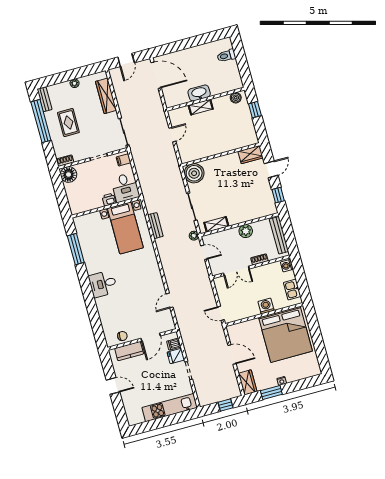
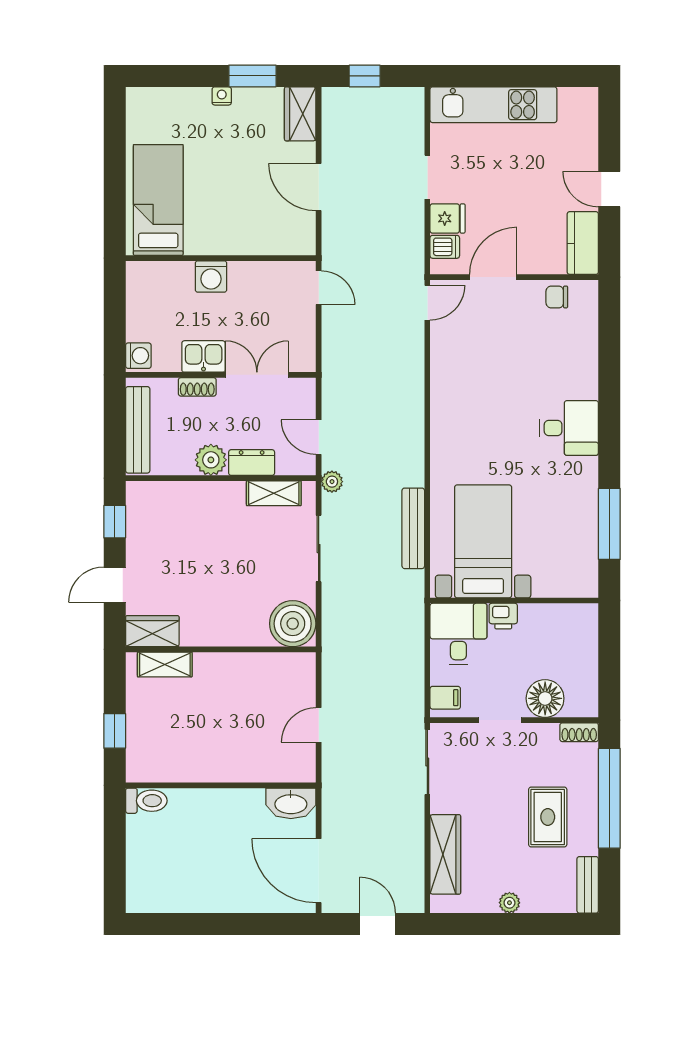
toilet: (226, 56) -> (146, 801), moved
door: (126, 60) -> (377, 924), hinge flipped
washbasin: (199, 93) -> (291, 803), moved
boiler: (236, 98) -> (151, 770), removed
shelving: (201, 107) -> (165, 665), moved
window: (41, 121) -> (609, 798), moved
floor lamp: (69, 175) -> (545, 698), moved
bench: (155, 226) -> (413, 528), width x1.36
dresser: (229, 234) -> (252, 463), added
kitchen sink: (292, 290) -> (204, 356), moved, turned -90
door: (170, 300) -> (427, 303), moved
bed: (285, 334) -> (158, 200), width x0.49
kitchen counter: (129, 351) -> (583, 243), moved, turned -90

